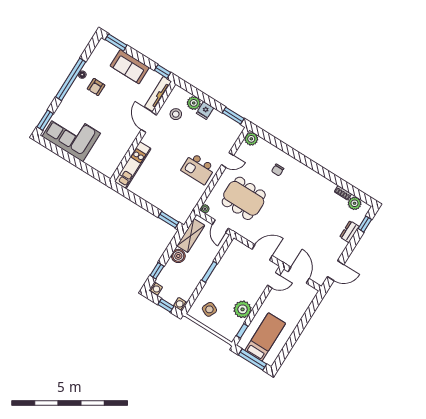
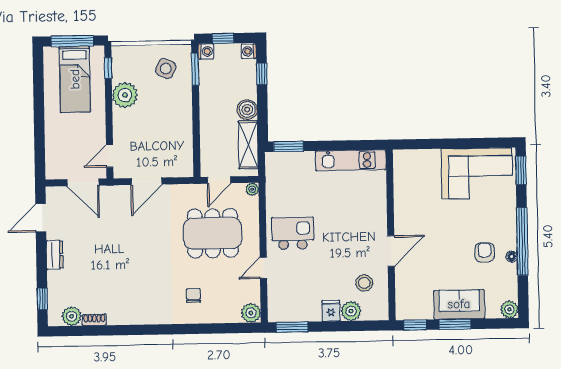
window: (116, 42) -> (455, 324), moved
plant: (103, 45) -> (509, 309), added
tv unit: (158, 94) -> (402, 294), removed
door: (149, 122) -> (391, 251), hinge flipped
kitchen unit: (133, 165) -> (351, 160), moved, turned -90
door: (220, 226) -> (219, 180), swing flipped
dresser: (349, 232) -> (55, 255), moved
window: (209, 272) -> (195, 69), moved

